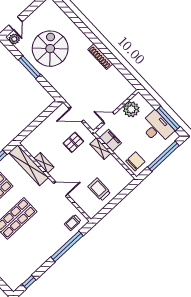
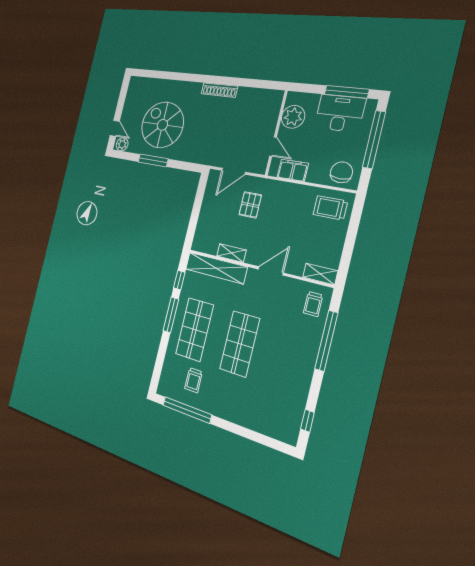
door: (109, 118) -> (273, 147), swing flipped
shelving: (100, 149) -> (320, 274), moved
trolley: (99, 189) -> (330, 208), moved

